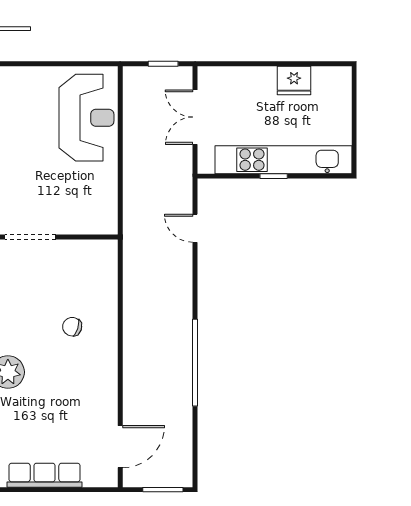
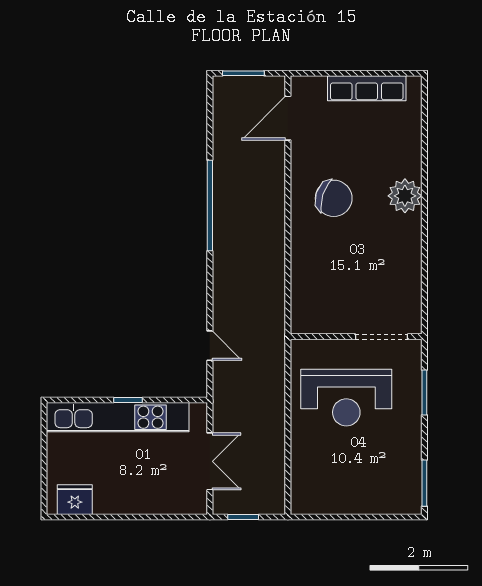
fridge: (294, 81) -> (75, 500), moved
reception desk: (86, 118) -> (346, 398), moved, turned -90
chair: (72, 327) -> (334, 198), moved, width x1.87, depth x1.87

